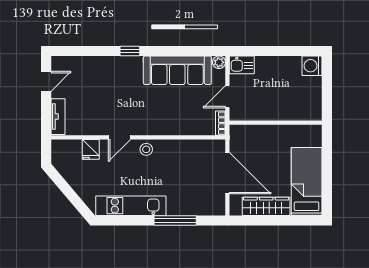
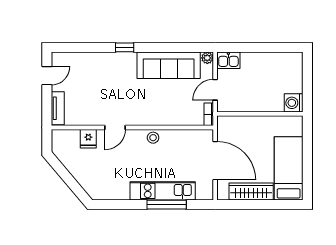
washing machine: (312, 66) -> (294, 103), moved
stool: (146, 149) -> (153, 138), moved
kitchen unit: (131, 206) -> (163, 191), moved

